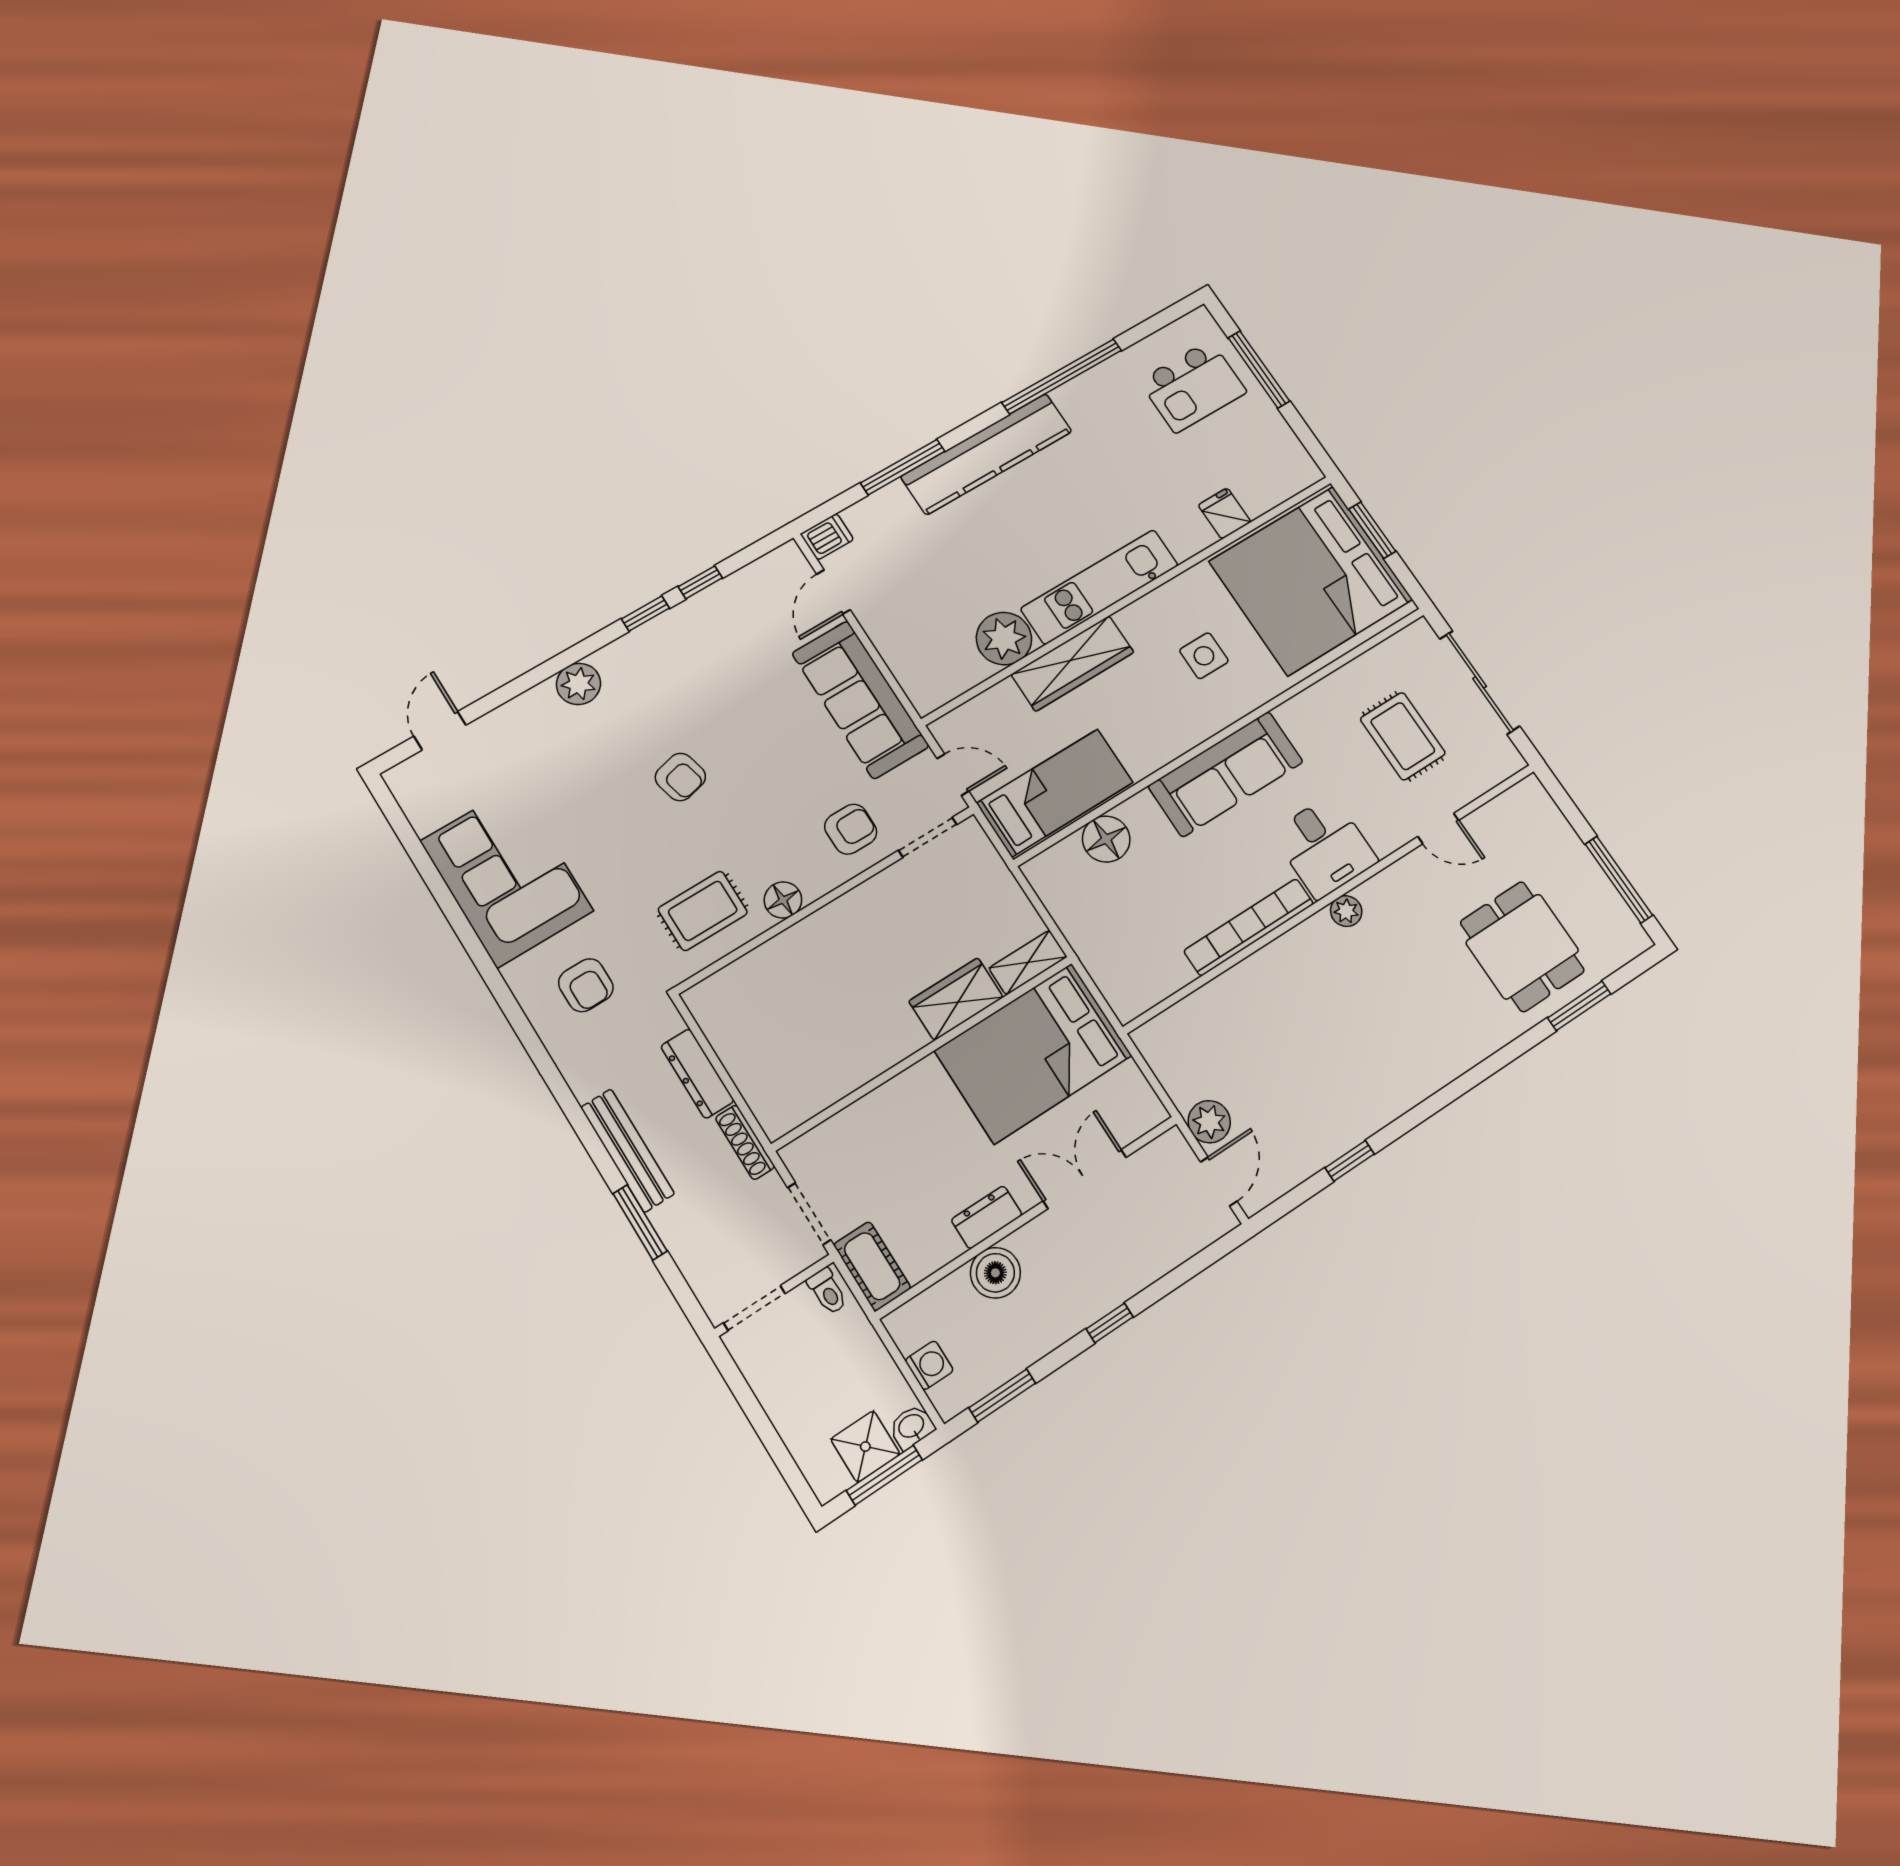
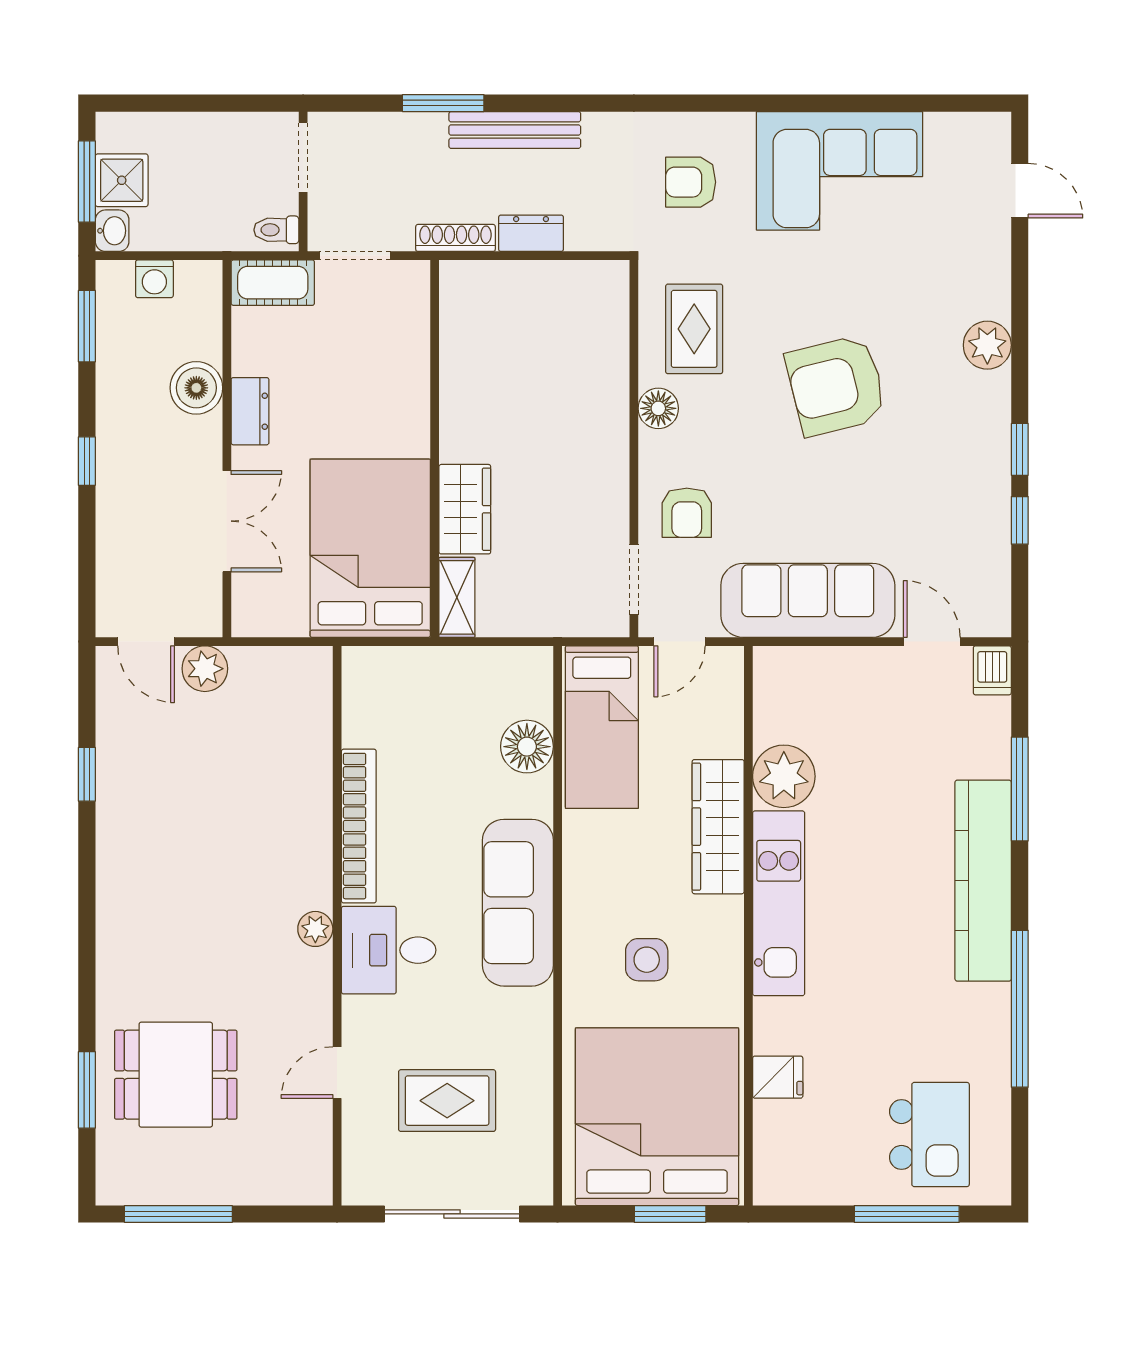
kitchen island: (1193, 386) -> (929, 1134), turned 180
armchair: (680, 777) -> (836, 385), width x1.88, depth x1.88
dresser: (697, 1074) -> (531, 233), width x0.70

